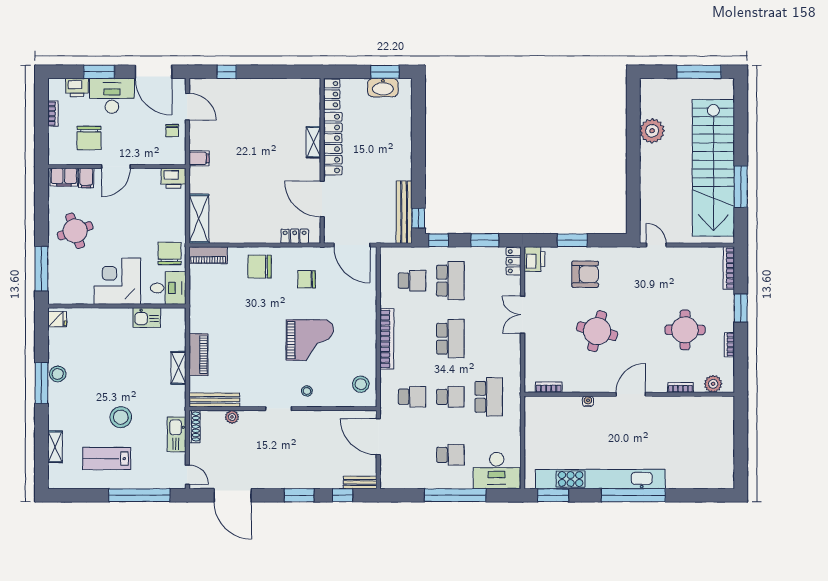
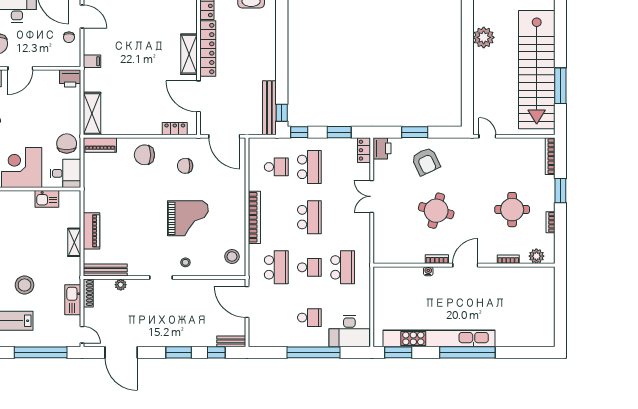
shelving: (313, 142) -> (189, 54), width x1.50, depth x1.33
armchair: (585, 274) -> (426, 161), turned 65
bookcase: (549, 387) -> (437, 259), moved
school desk: (412, 397) -> (276, 267), width x1.85

